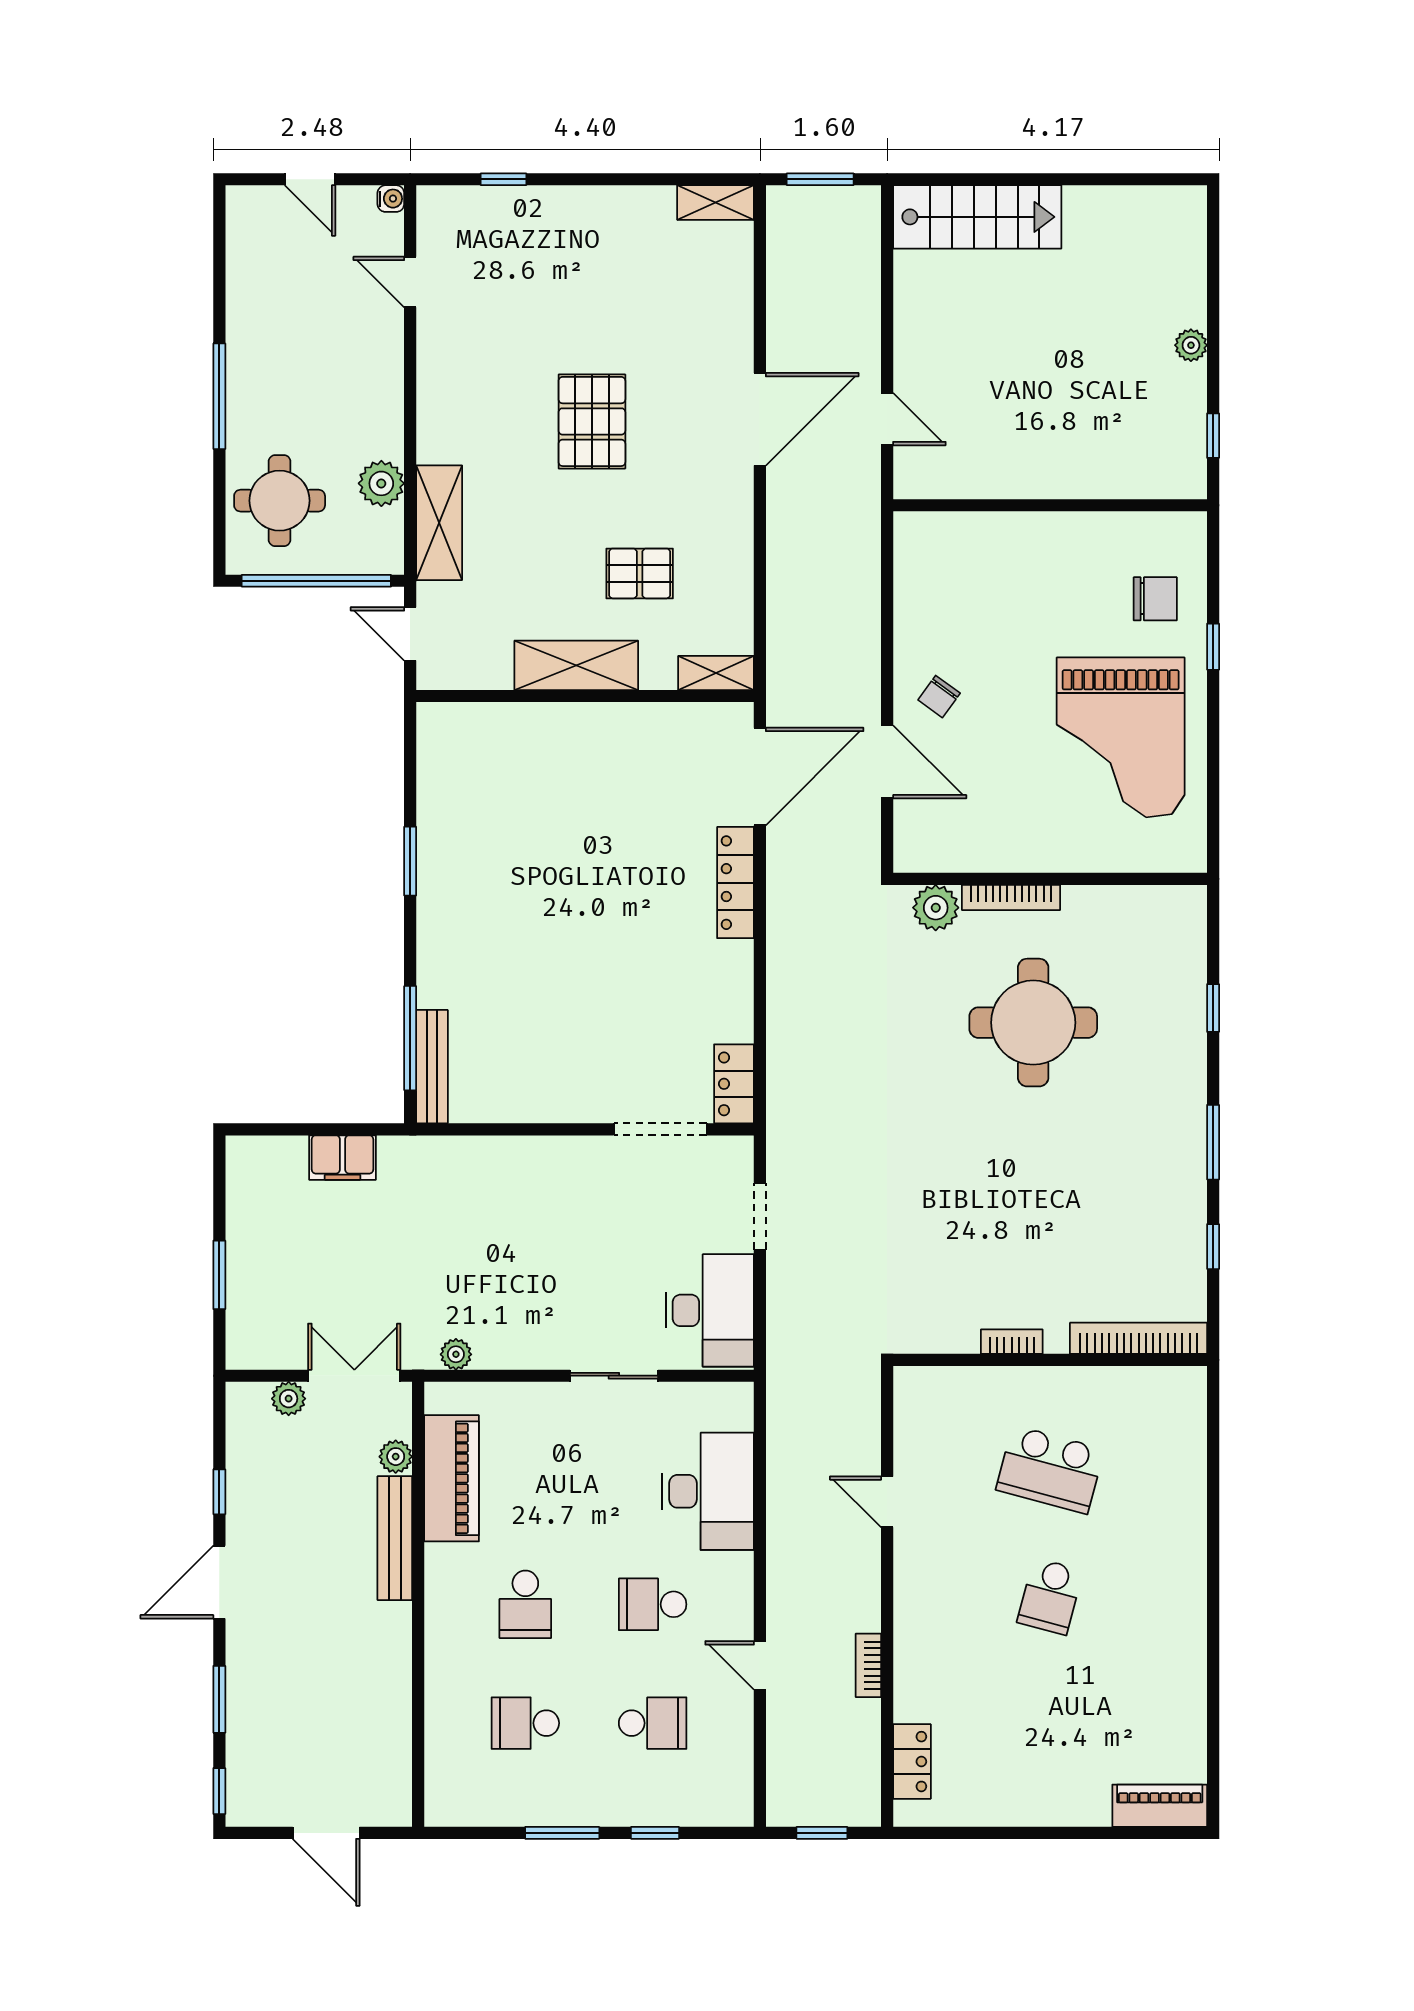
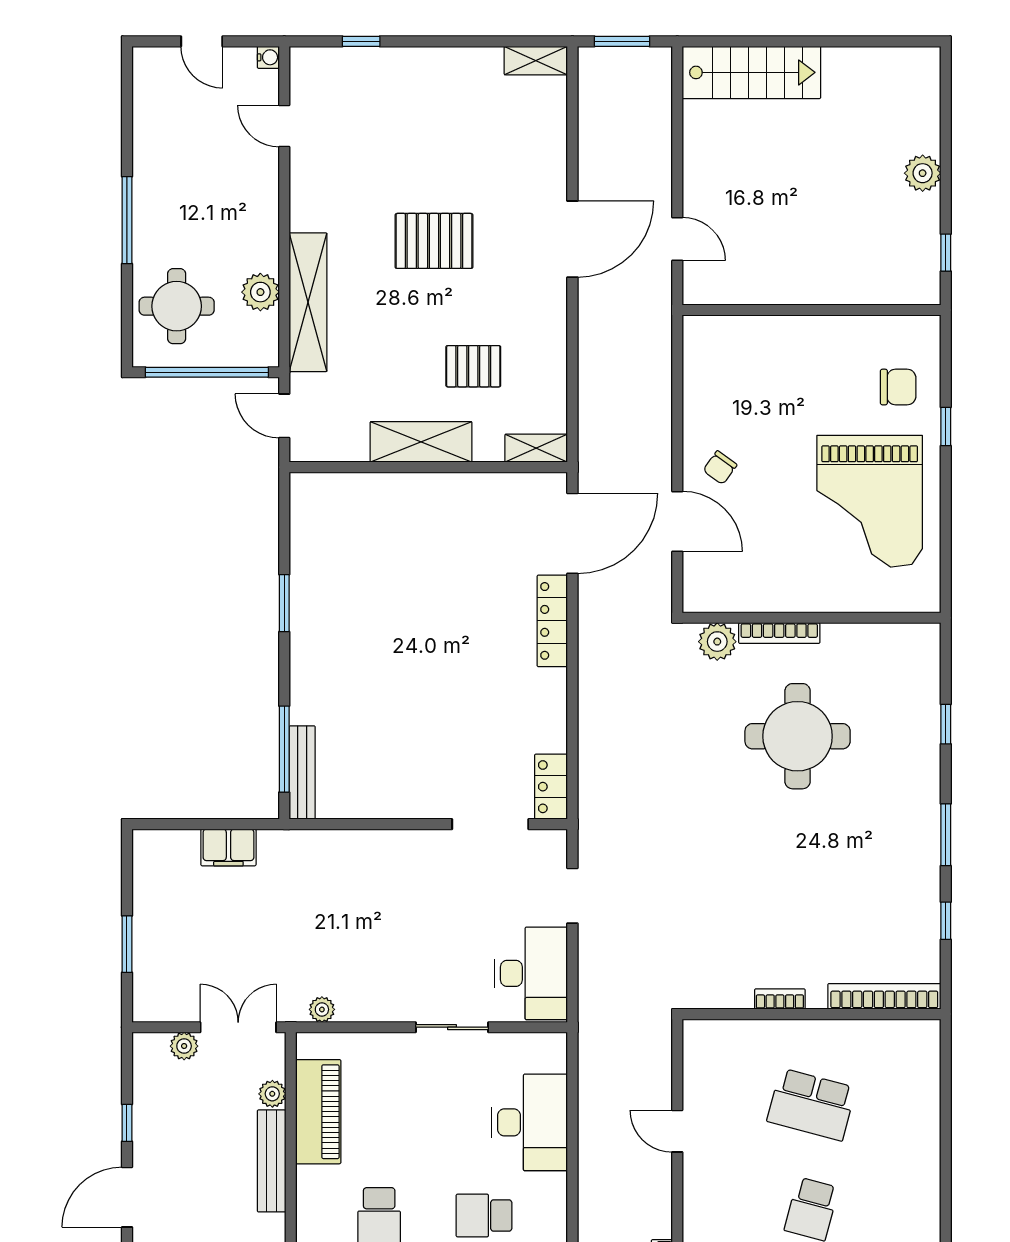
plant: (1191, 345) -> (923, 173), width x1.38, depth x1.38
pallet: (592, 421) -> (434, 241), turned 90
shelving: (439, 523) -> (308, 302), width x1.47

